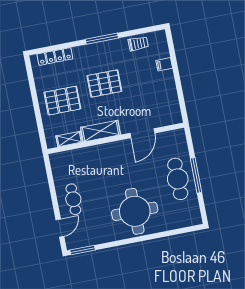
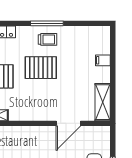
trolley: (138, 44) -> (47, 39), moved
shelving: (101, 131) -> (103, 102), moved, turned 90

